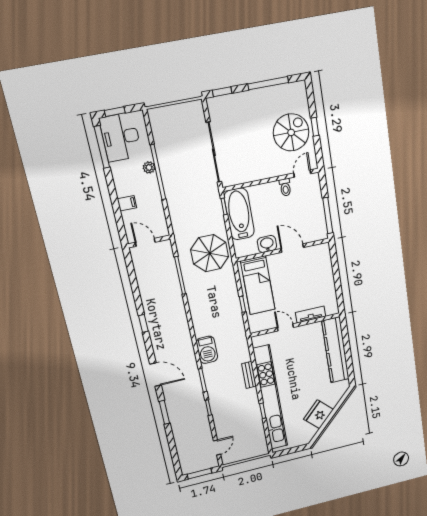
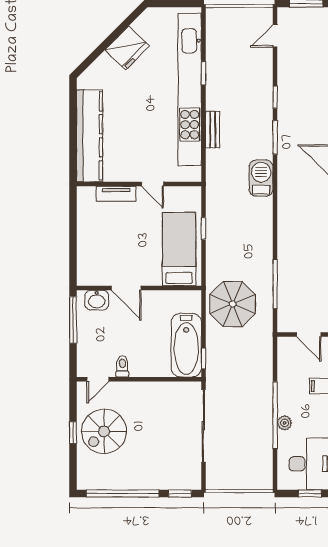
window: (268, 83) -> (123, 494), width x1.46
washbasin: (267, 244) -> (97, 300), moved

